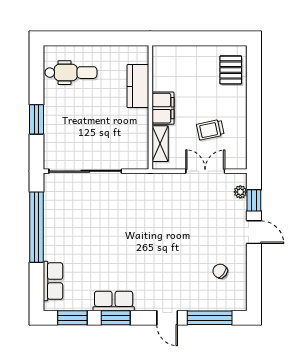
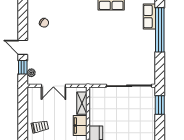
window: (37, 119) -> (160, 105), moved
trolley: (210, 130) -> (40, 127), moved
window: (37, 227) -> (160, 30), moved

